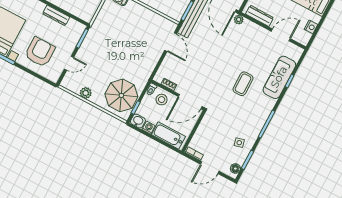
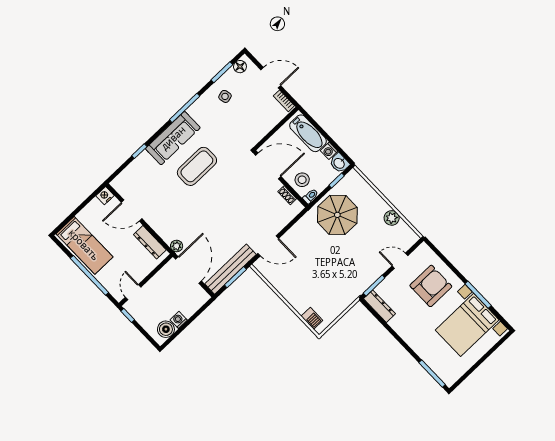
dresser: (56, 15) -> (379, 306), moved
nightstand: (311, 27) -> (105, 196), moved
door: (171, 42) -> (268, 246), swing flipped
armchair: (40, 52) -> (431, 286), turned 180
sofa: (279, 77) -> (173, 138), moved
coffee table: (243, 84) -> (197, 166), width x1.36, depth x1.32
parasol: (121, 95) -> (337, 215), moved

